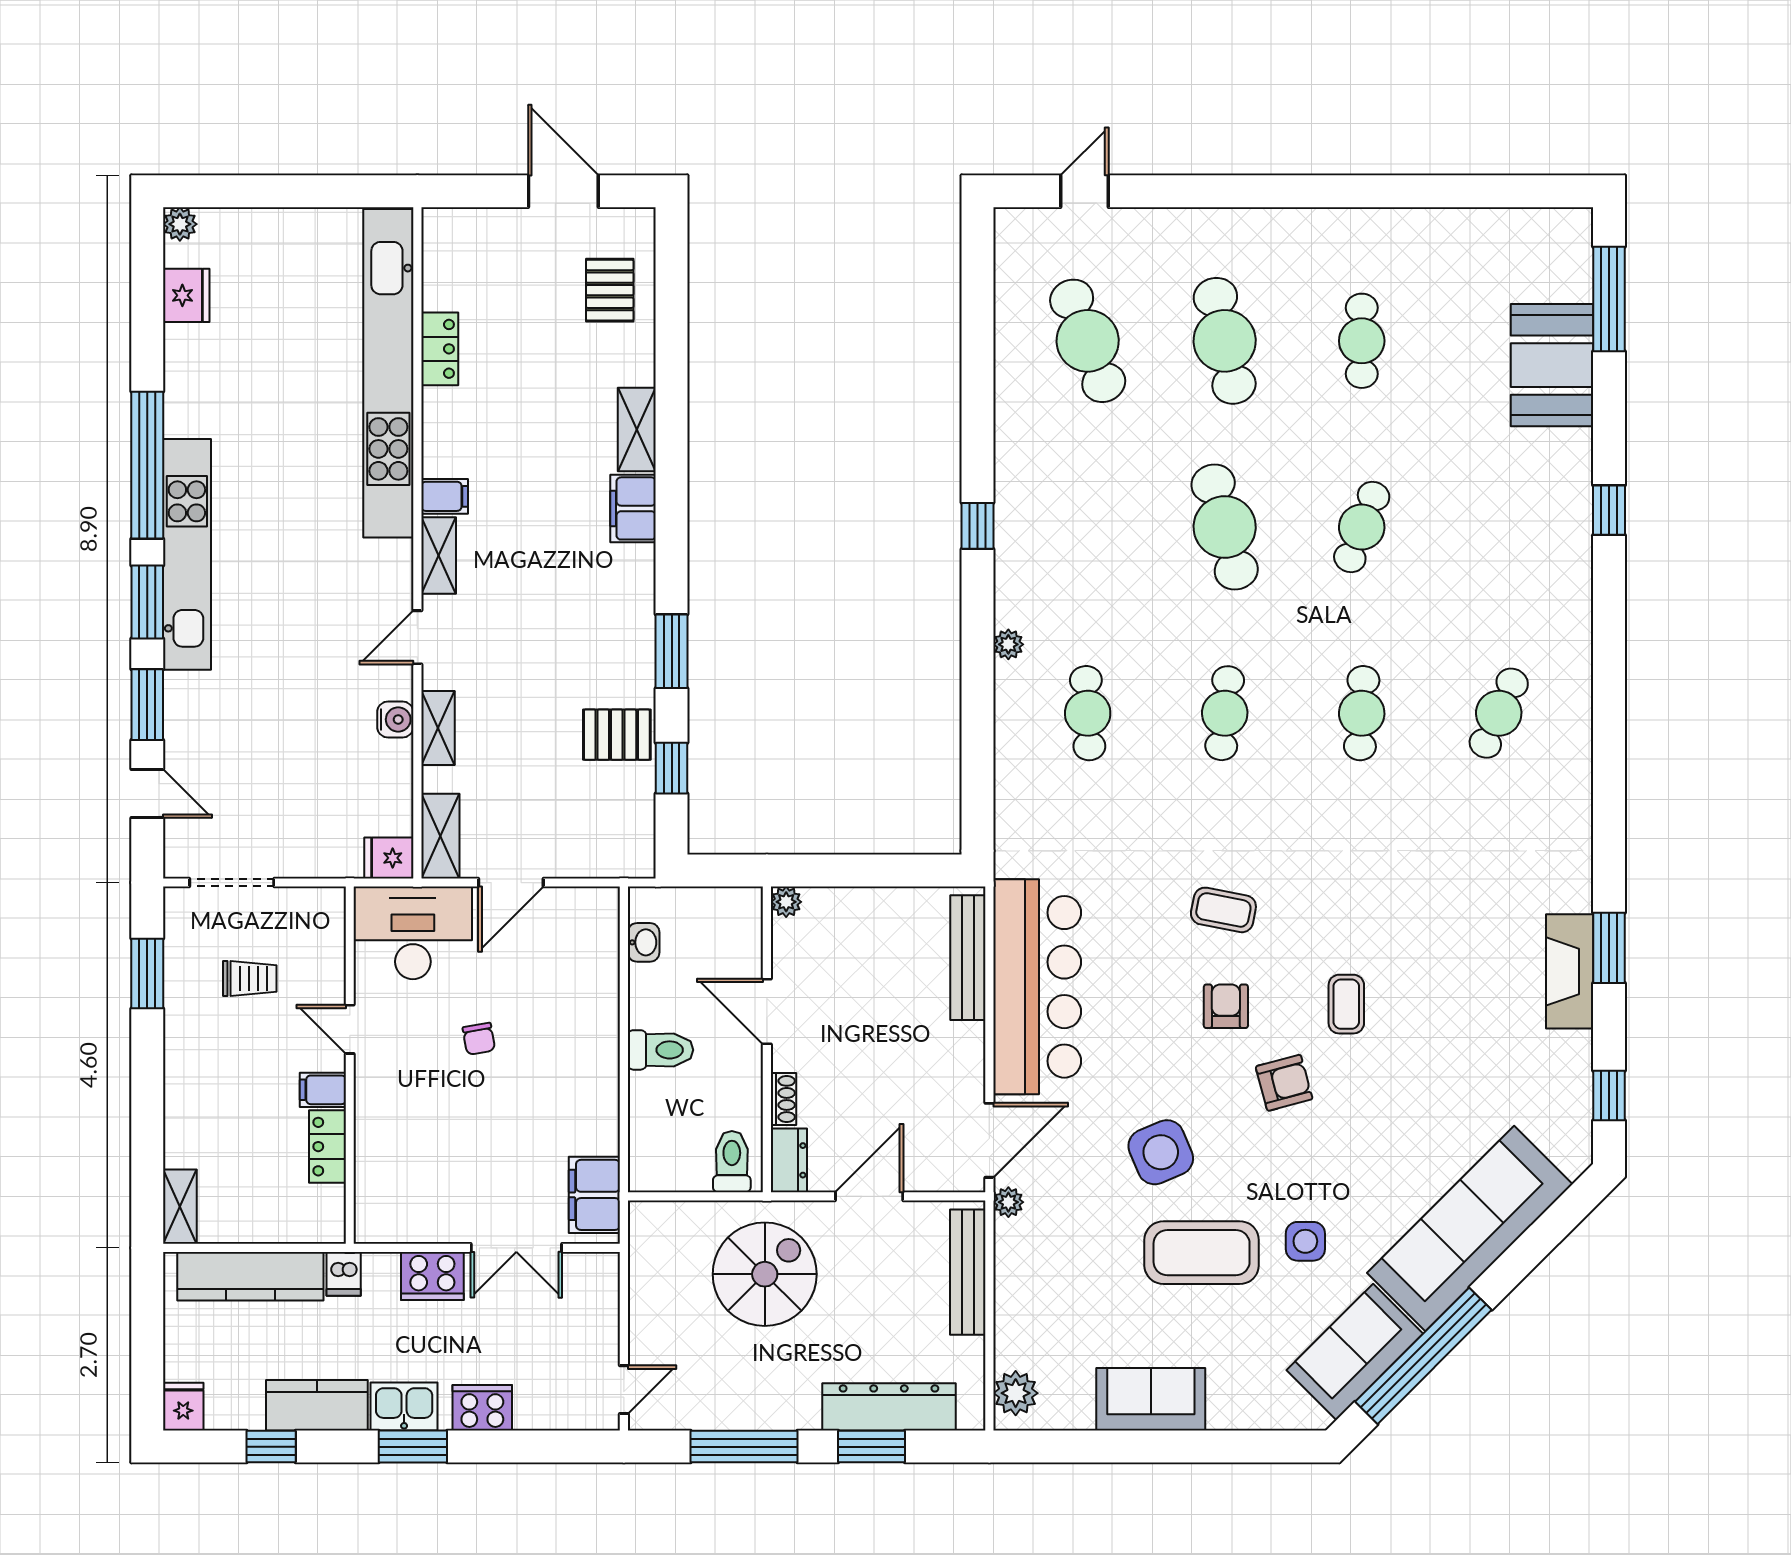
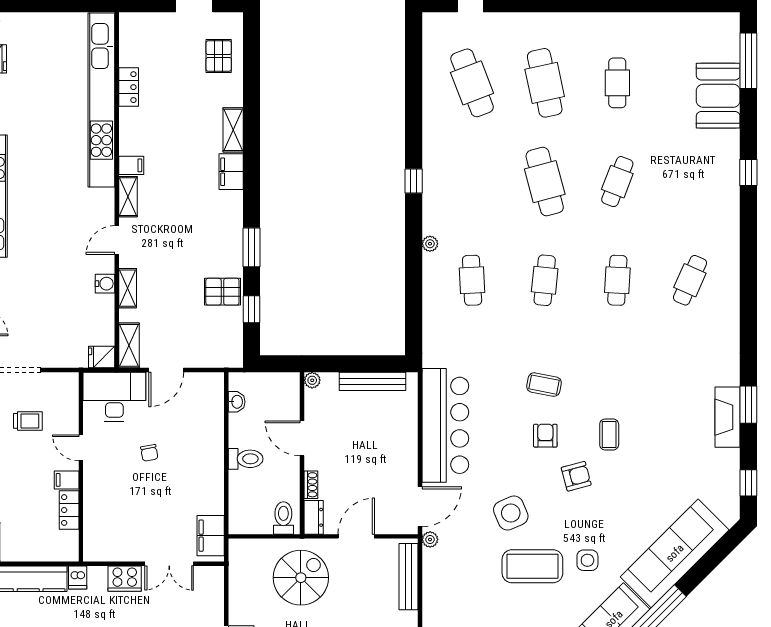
bench: (968, 958) -> (373, 381), moved, turned 90

